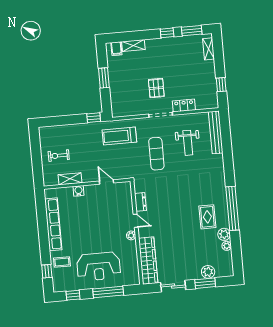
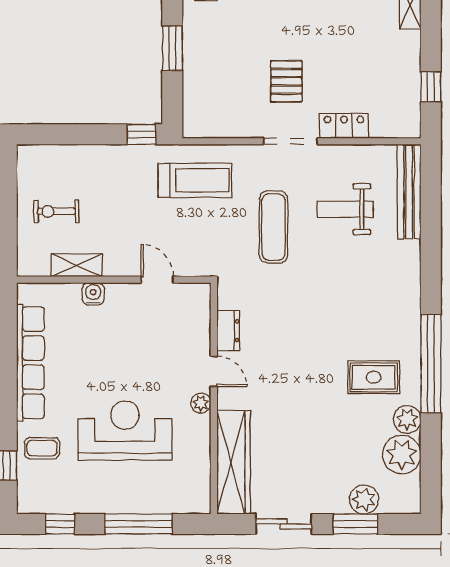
treadmill: (119, 136) -> (195, 180), turned 180
weight bench: (188, 143) -> (345, 209), turned 90
rug: (207, 217) -> (374, 377), turned 90
plant: (227, 246) -> (402, 454), width x1.87, depth x1.87
reception desk: (99, 267) -> (125, 431), moved, turned 180

